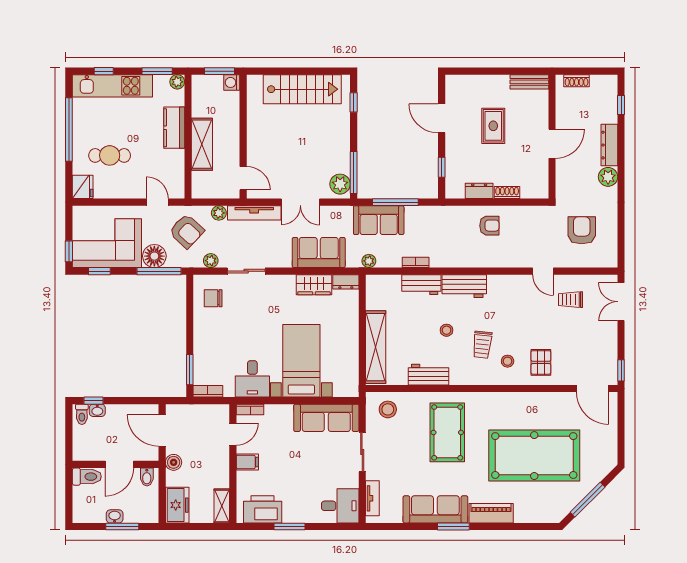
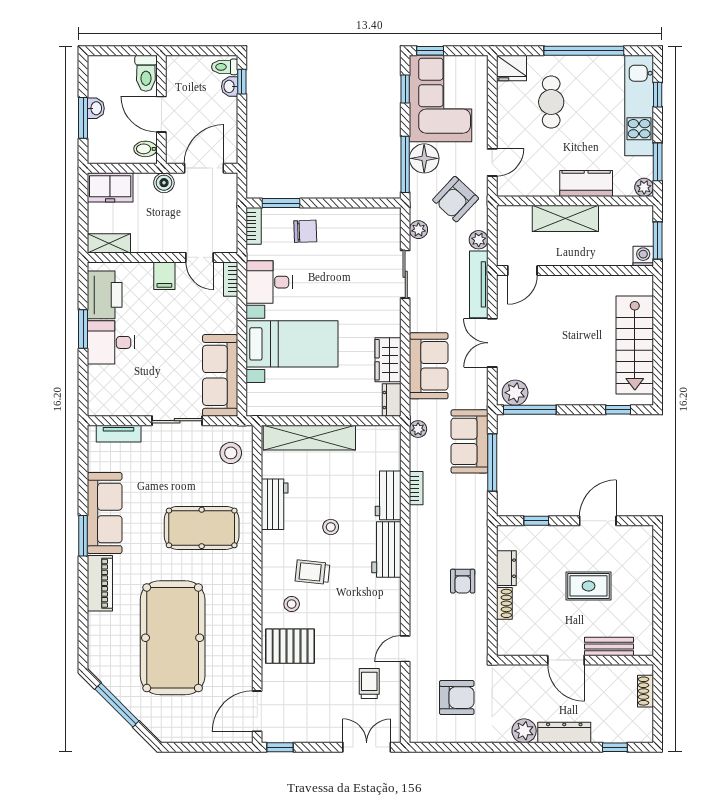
bench: (529, 82) -> (609, 646), moved, turned 90
chair: (213, 298) -> (305, 231), moved, turned 88
pallet: (541, 362) -> (290, 646), width x1.50, depth x1.42
desk: (340, 506) -> (111, 342), moved, turned 90

